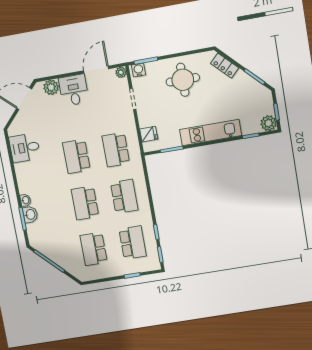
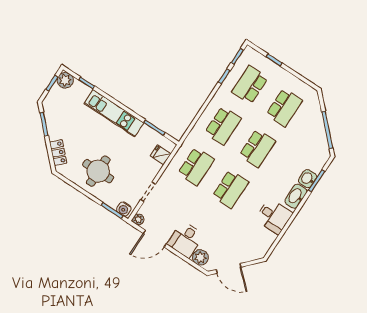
desk: (25, 148) -> (274, 216), moved
school desk: (124, 196) -> (223, 126), turned 180
washbasin: (25, 200) -> (296, 196), width x1.91, depth x1.45

